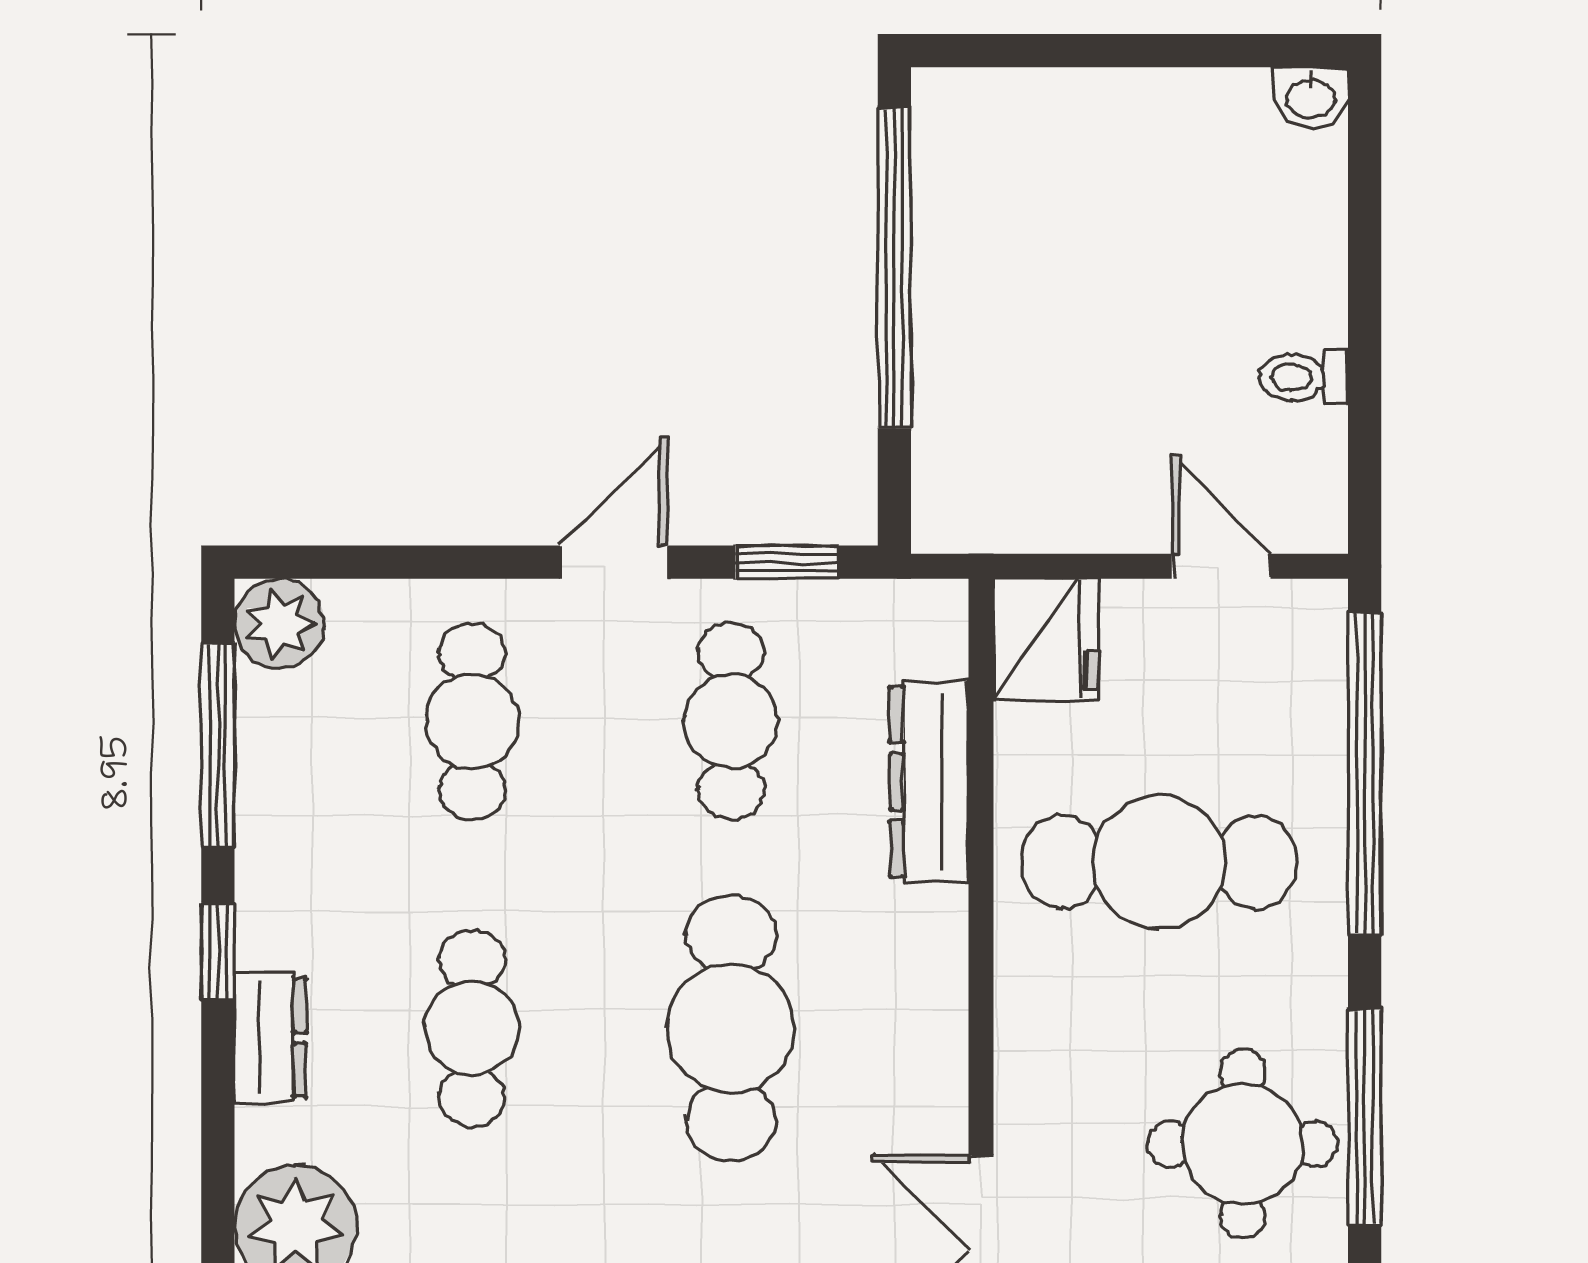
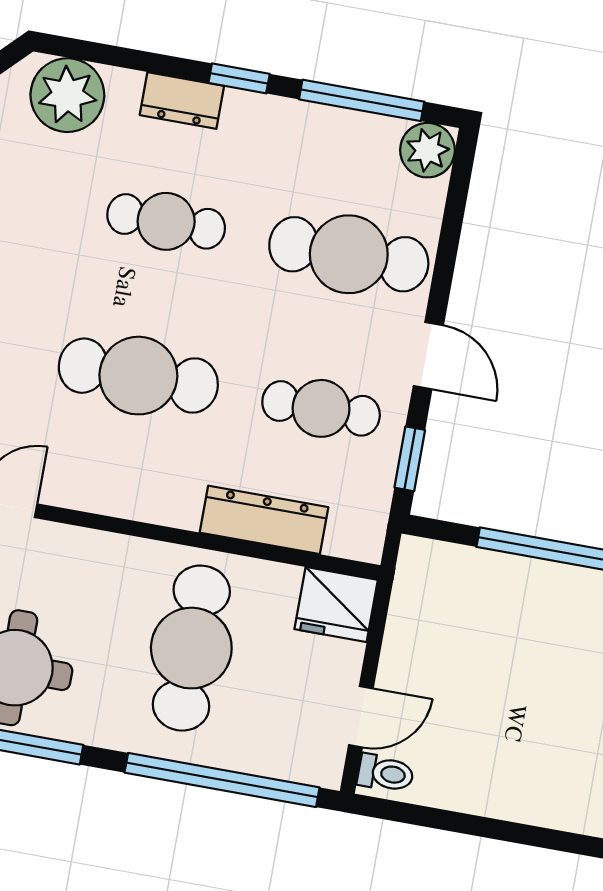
toilet: (1304, 377) -> (386, 773), moved, turned 90
cafe table: (472, 721) -> (349, 254), width x1.37, depth x1.35

